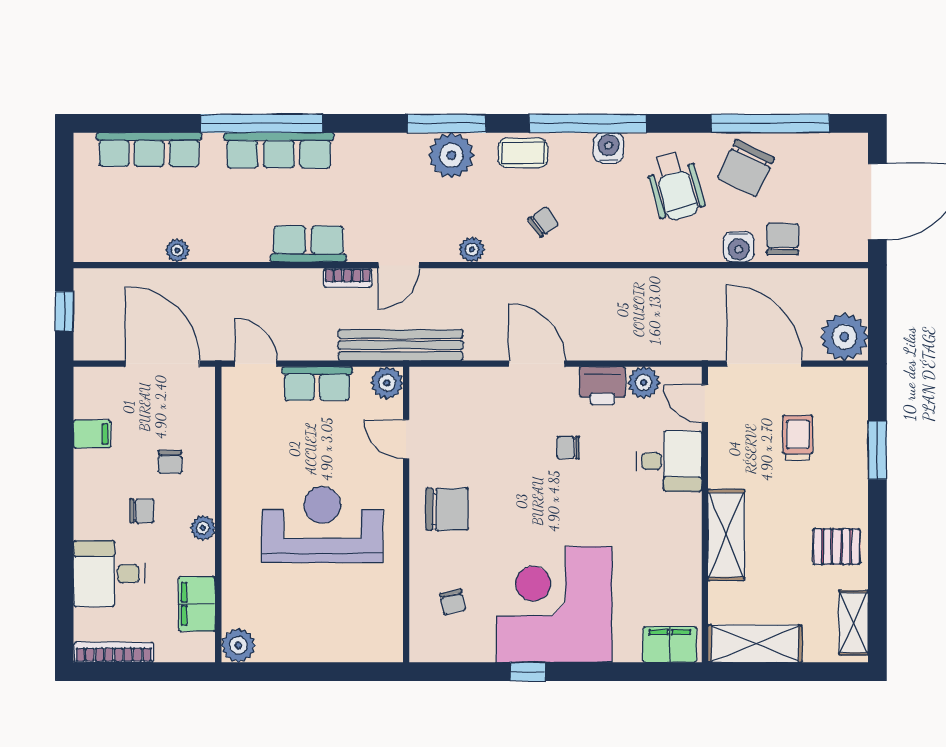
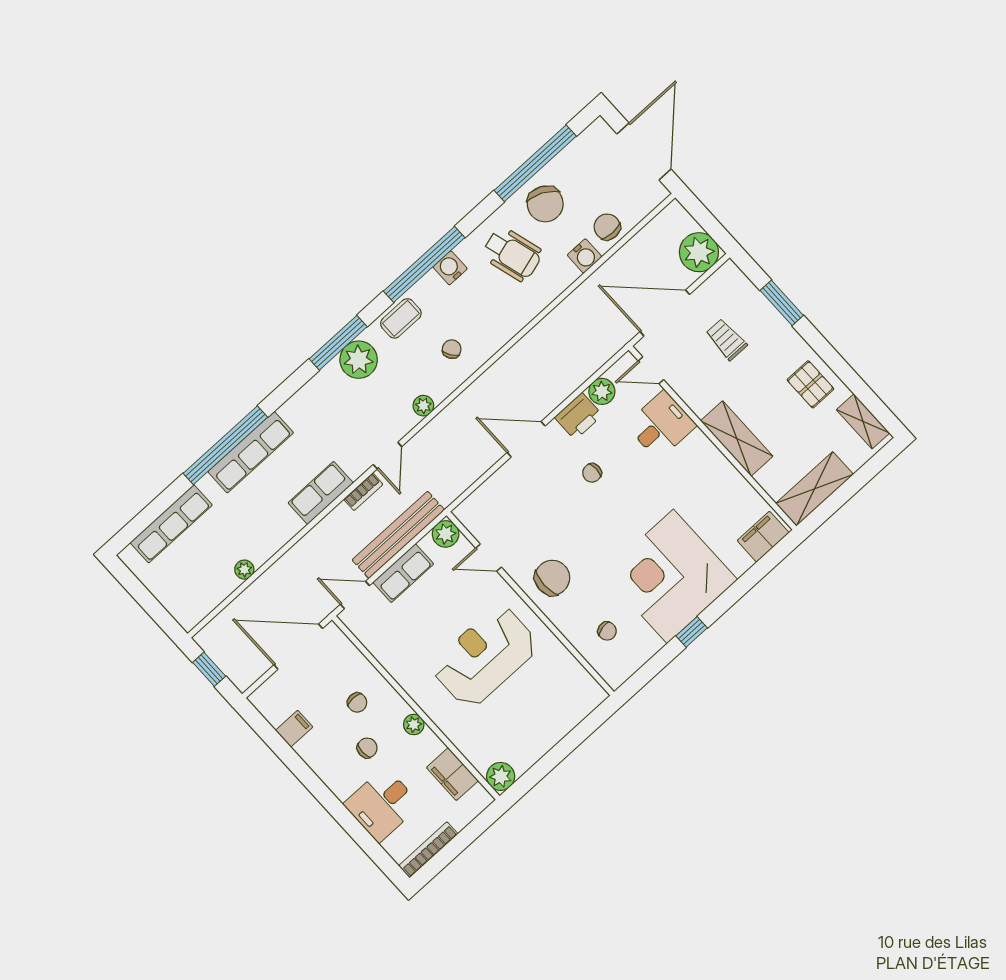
bench: (401, 345) -> (398, 535), moved
pallet: (837, 547) -> (810, 384), turned 90

